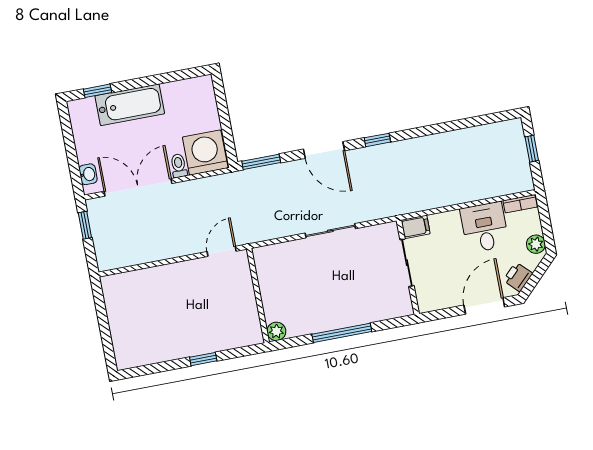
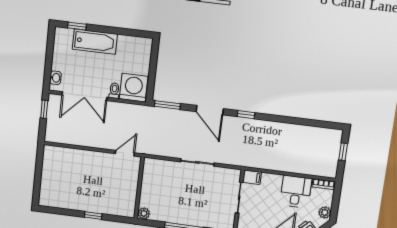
double door: (138, 187) -> (84, 96), swing flipped

